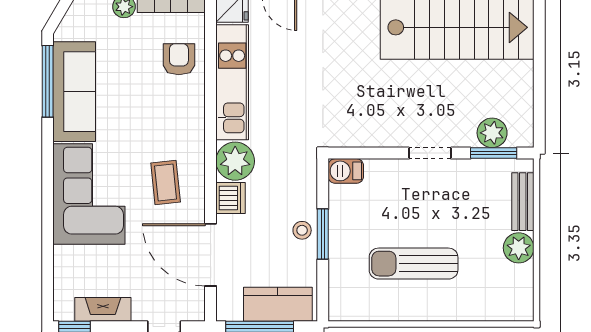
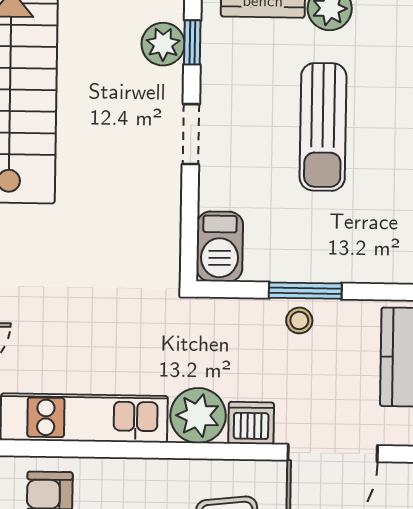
window: (494, 153) -> (192, 42), width x0.67
barbecue: (346, 171) -> (220, 246), width x1.38, depth x1.27
sun lounger: (414, 264) -> (323, 127), moved

